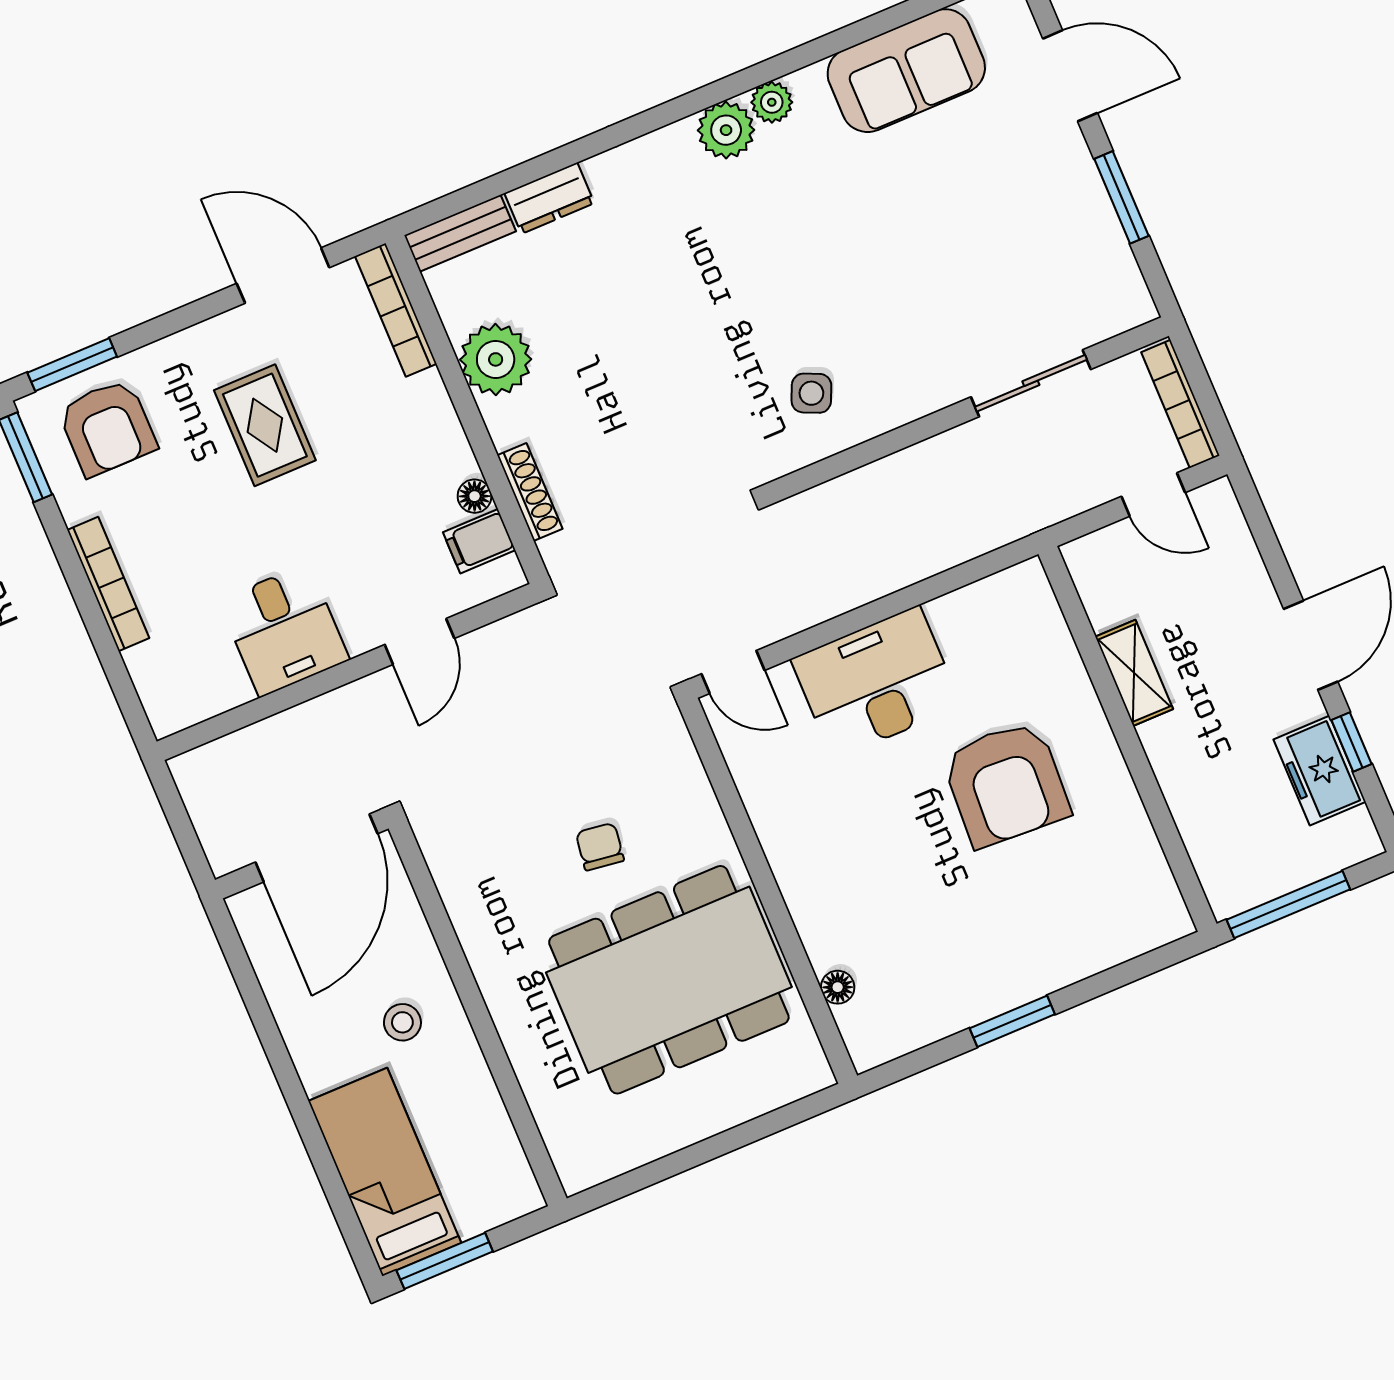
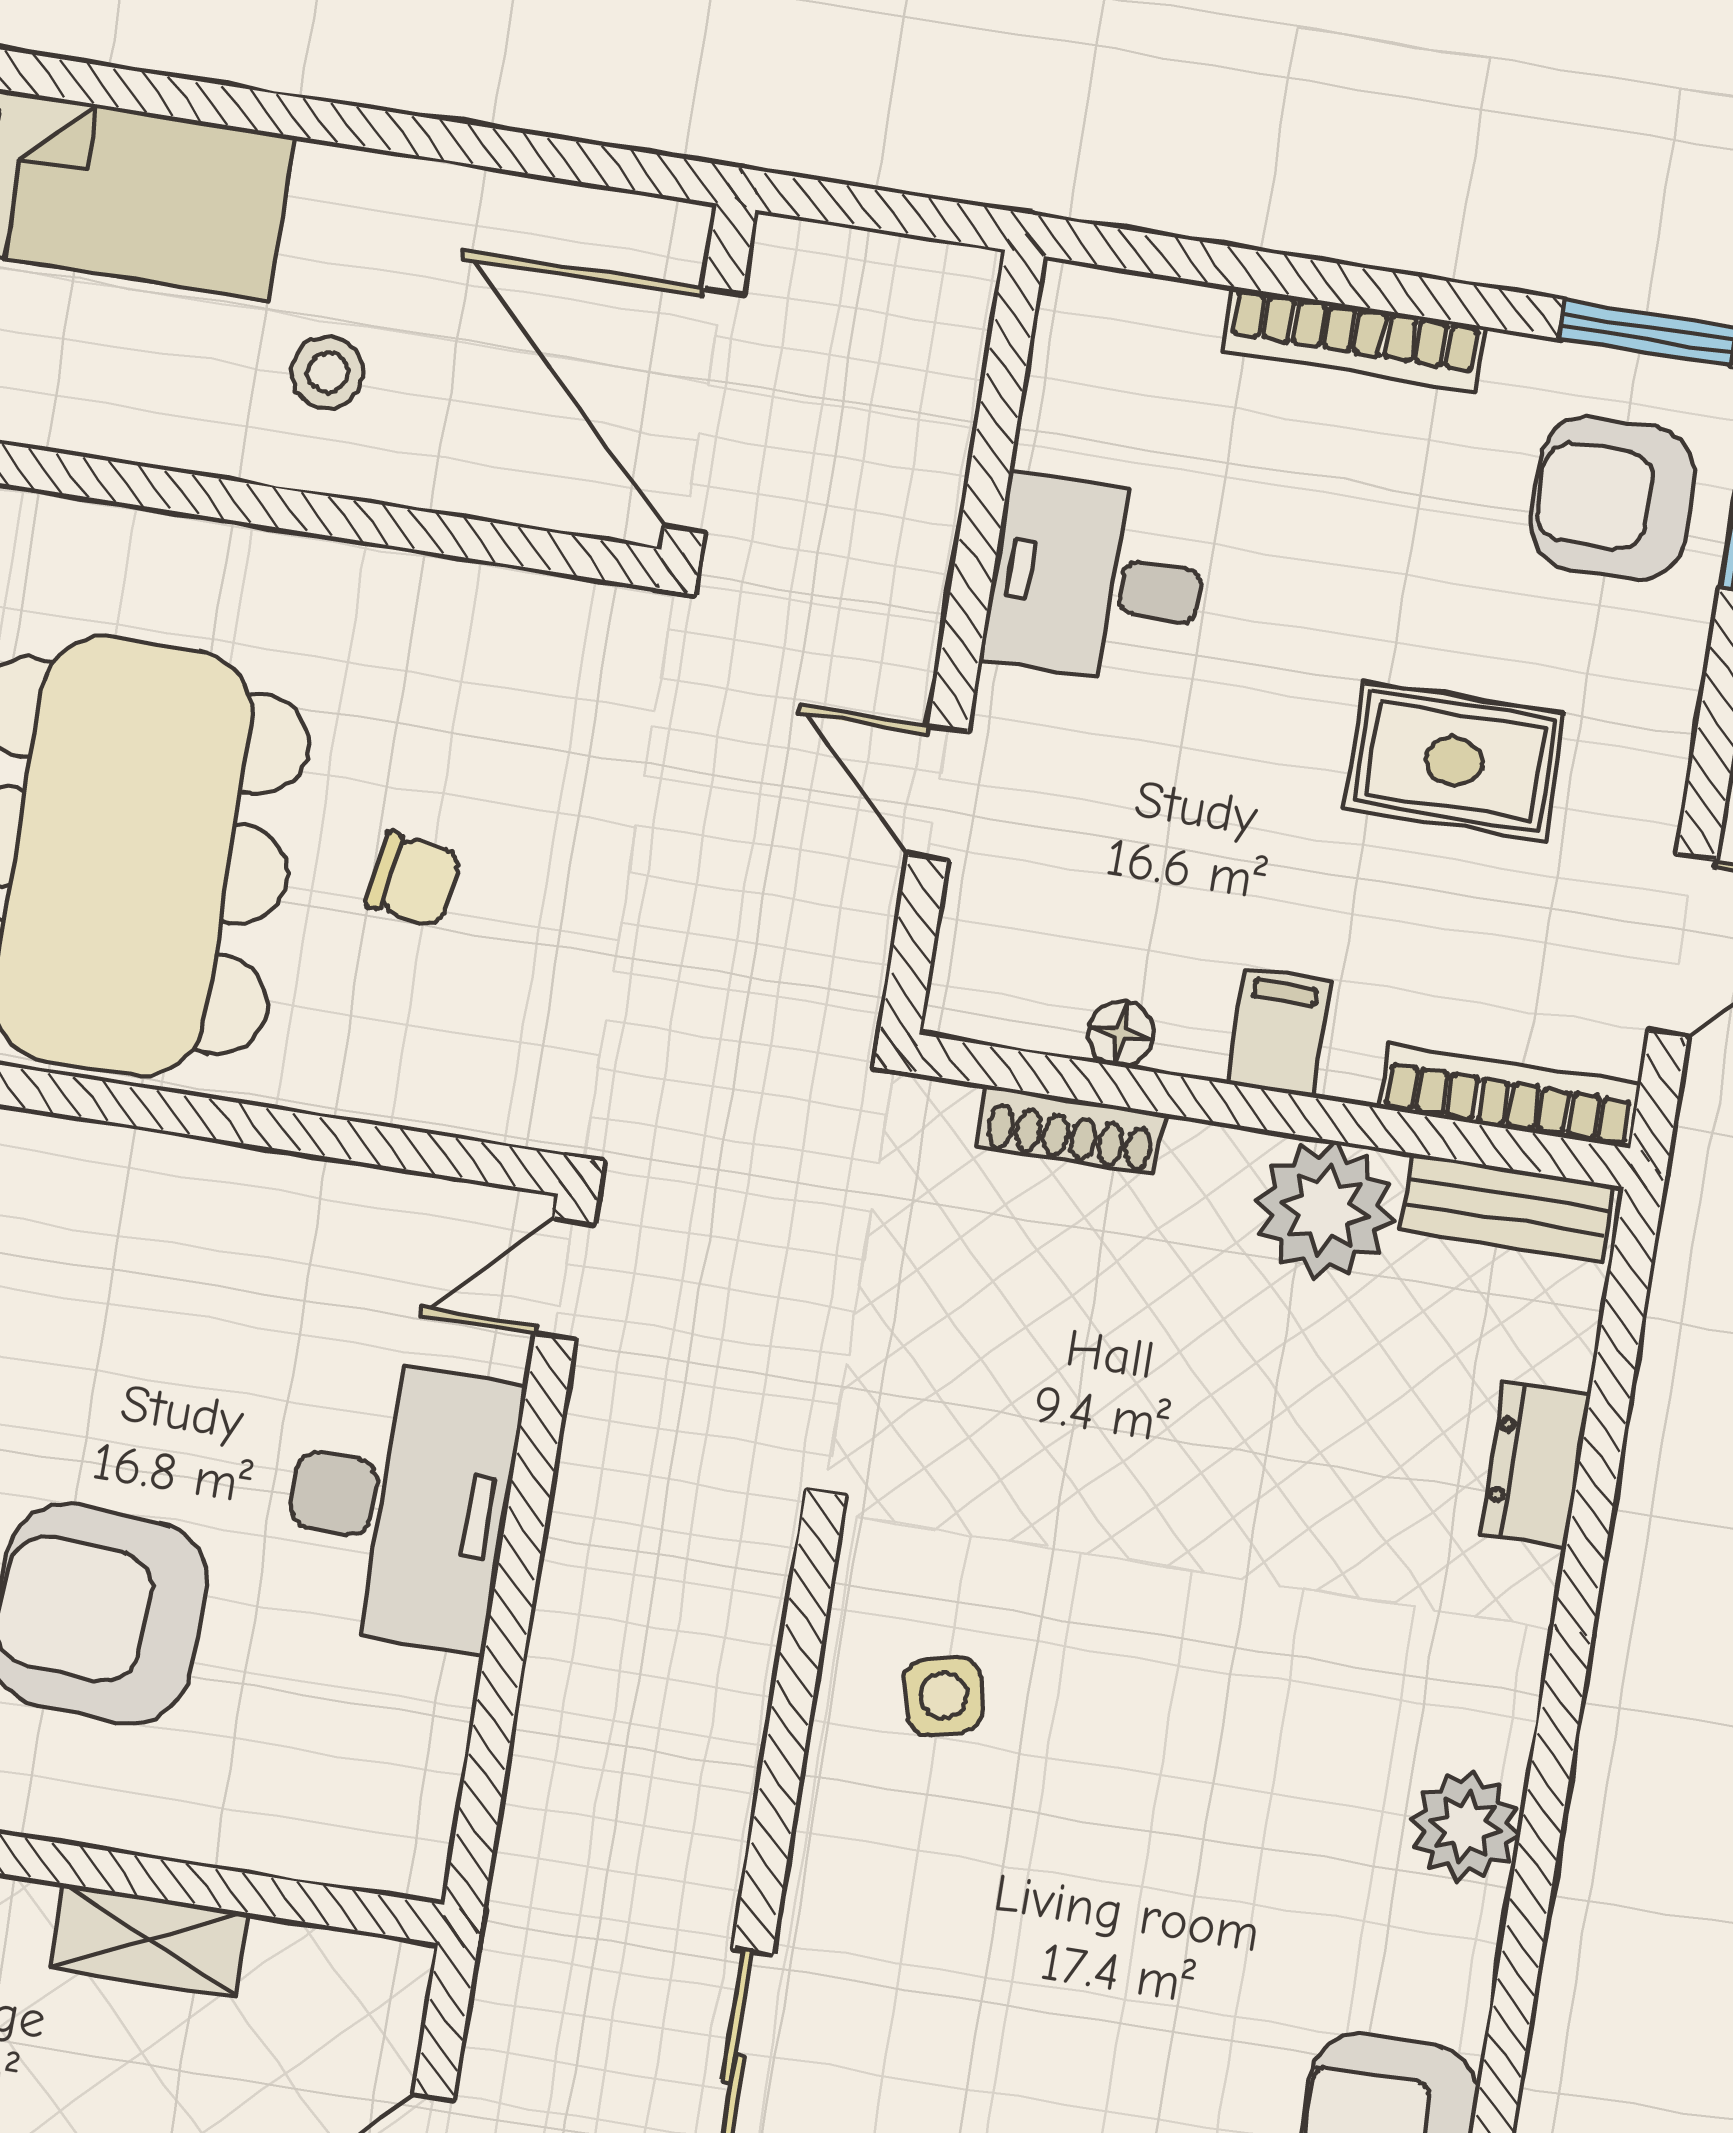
plant: (772, 102) -> (1464, 1930), removed
bench: (460, 233) -> (1507, 1207), moved, turned 90
side table: (811, 393) -> (944, 1696), turned -37
filing cabinet: (479, 541) -> (1279, 1033), moved

